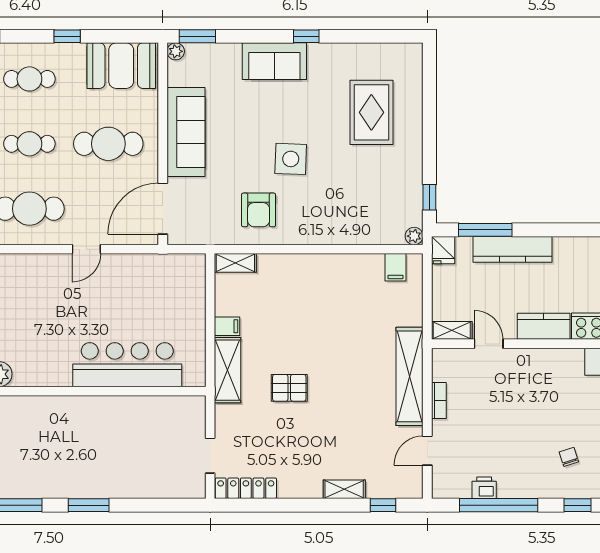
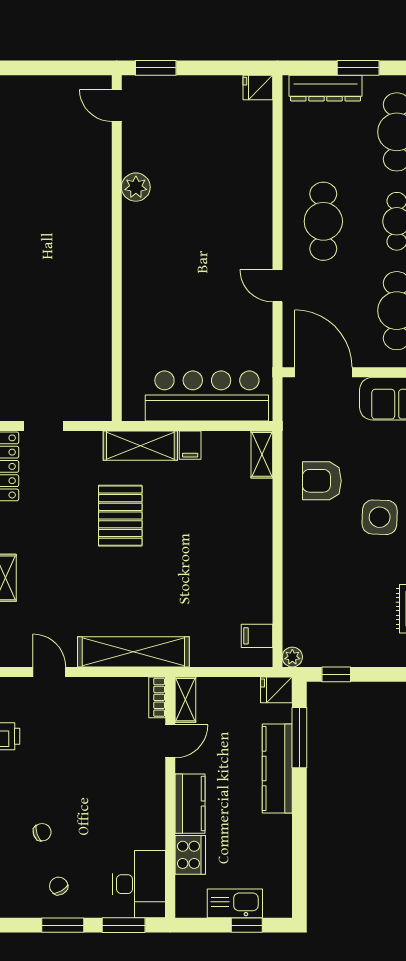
bar counter: (127, 365) -> (207, 396), moved, turned -90
pallet: (289, 388) -> (120, 516), width x1.50, depth x1.42
bookcase: (439, 400) -> (157, 697), moved, turned 90

